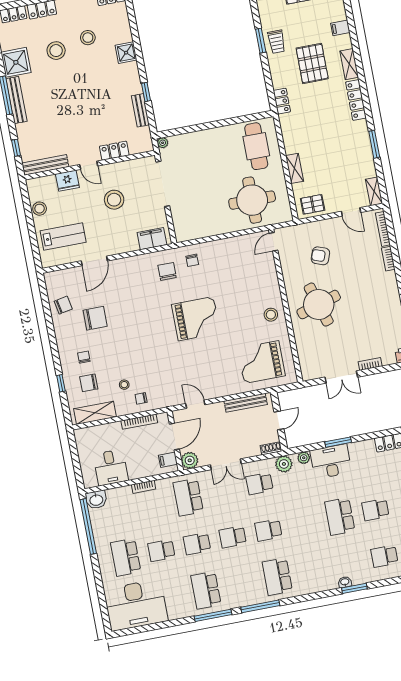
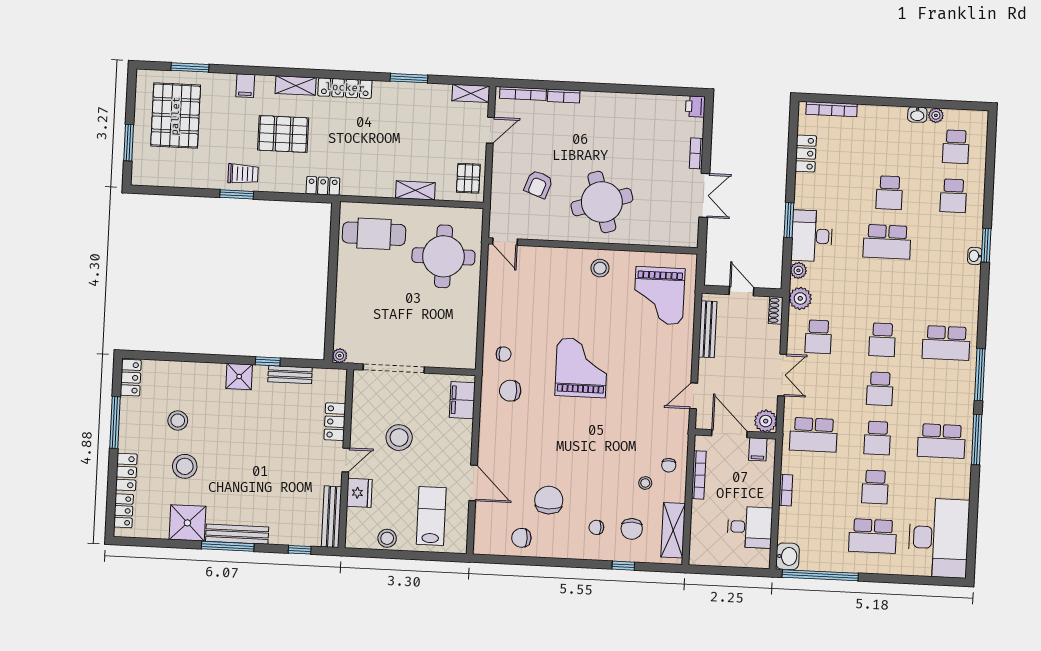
shower: (126, 53) -> (239, 377), moved
chair: (63, 305) -> (521, 538), turned -79

